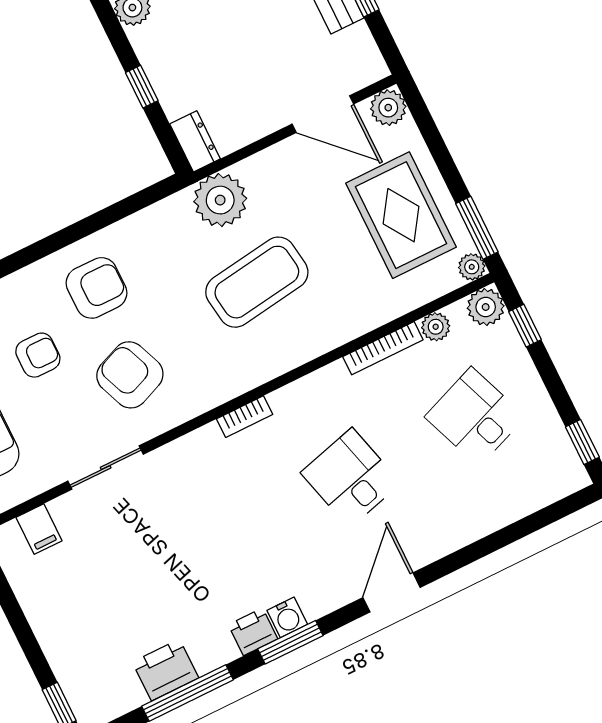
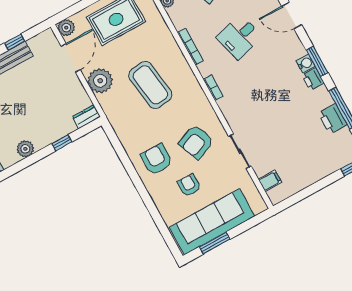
plant: (220, 200) -> (100, 81), moved
bookcase: (383, 348) -> (190, 47), moved

